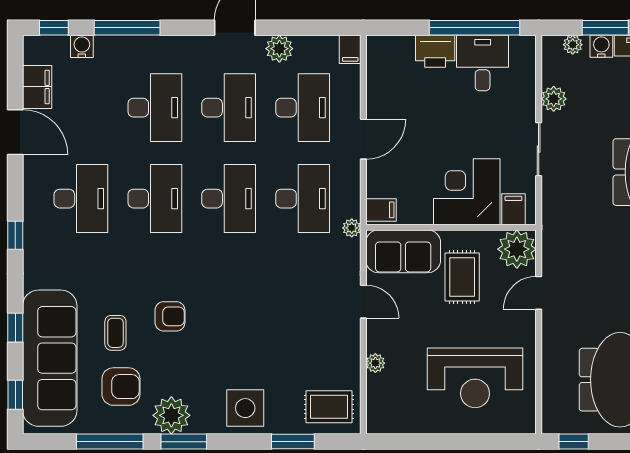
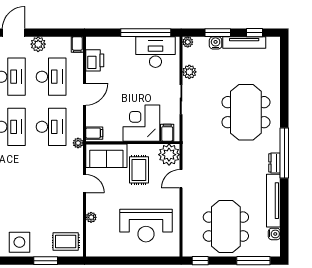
plant: (573, 45) -> (188, 42), moved
printer: (435, 51) -> (95, 60), moved, turned -90
desk: (483, 63) -> (155, 52), width x1.37

